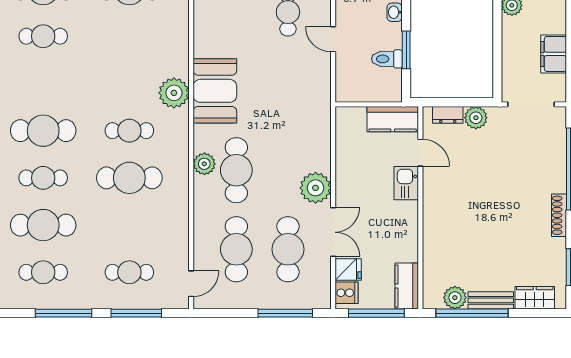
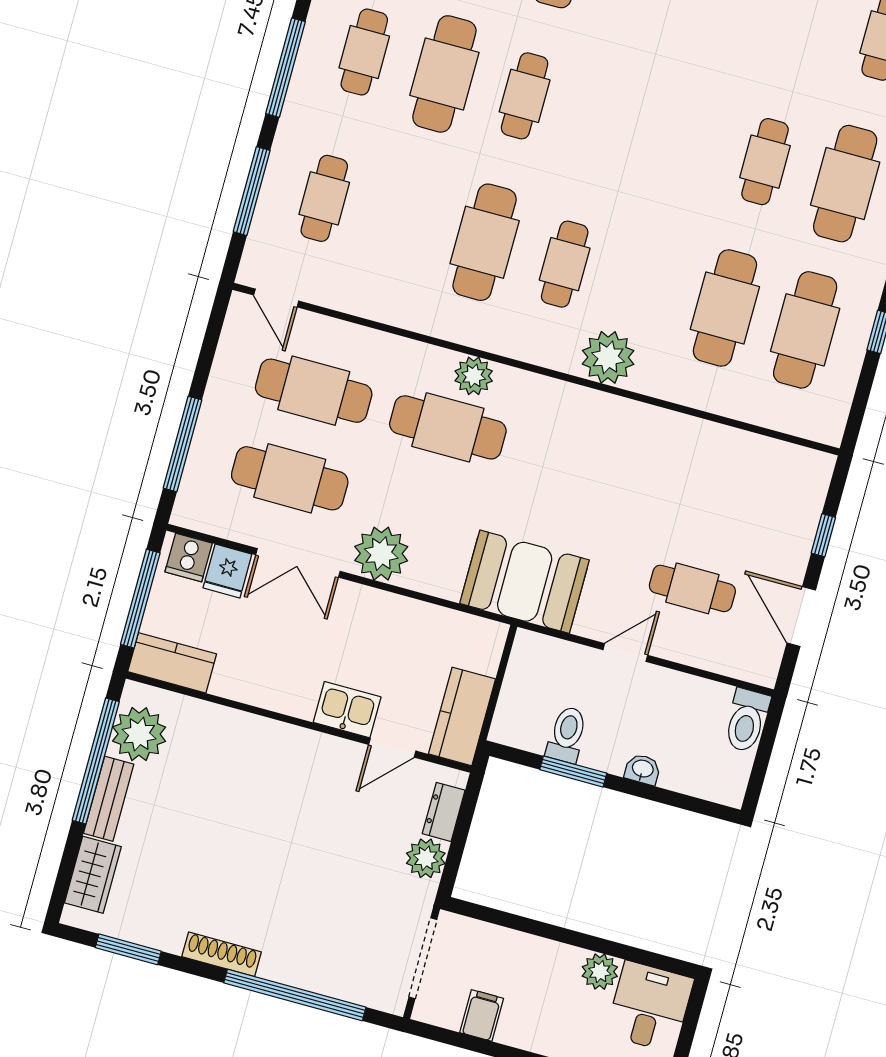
filing cabinet: (554, 54) -> (482, 1015), width x0.50
booth: (215, 91) -> (525, 582), moved
cafe table: (43, 131) -> (725, 308), moved
plant: (455, 298) -> (139, 734), width x1.36, depth x1.36

